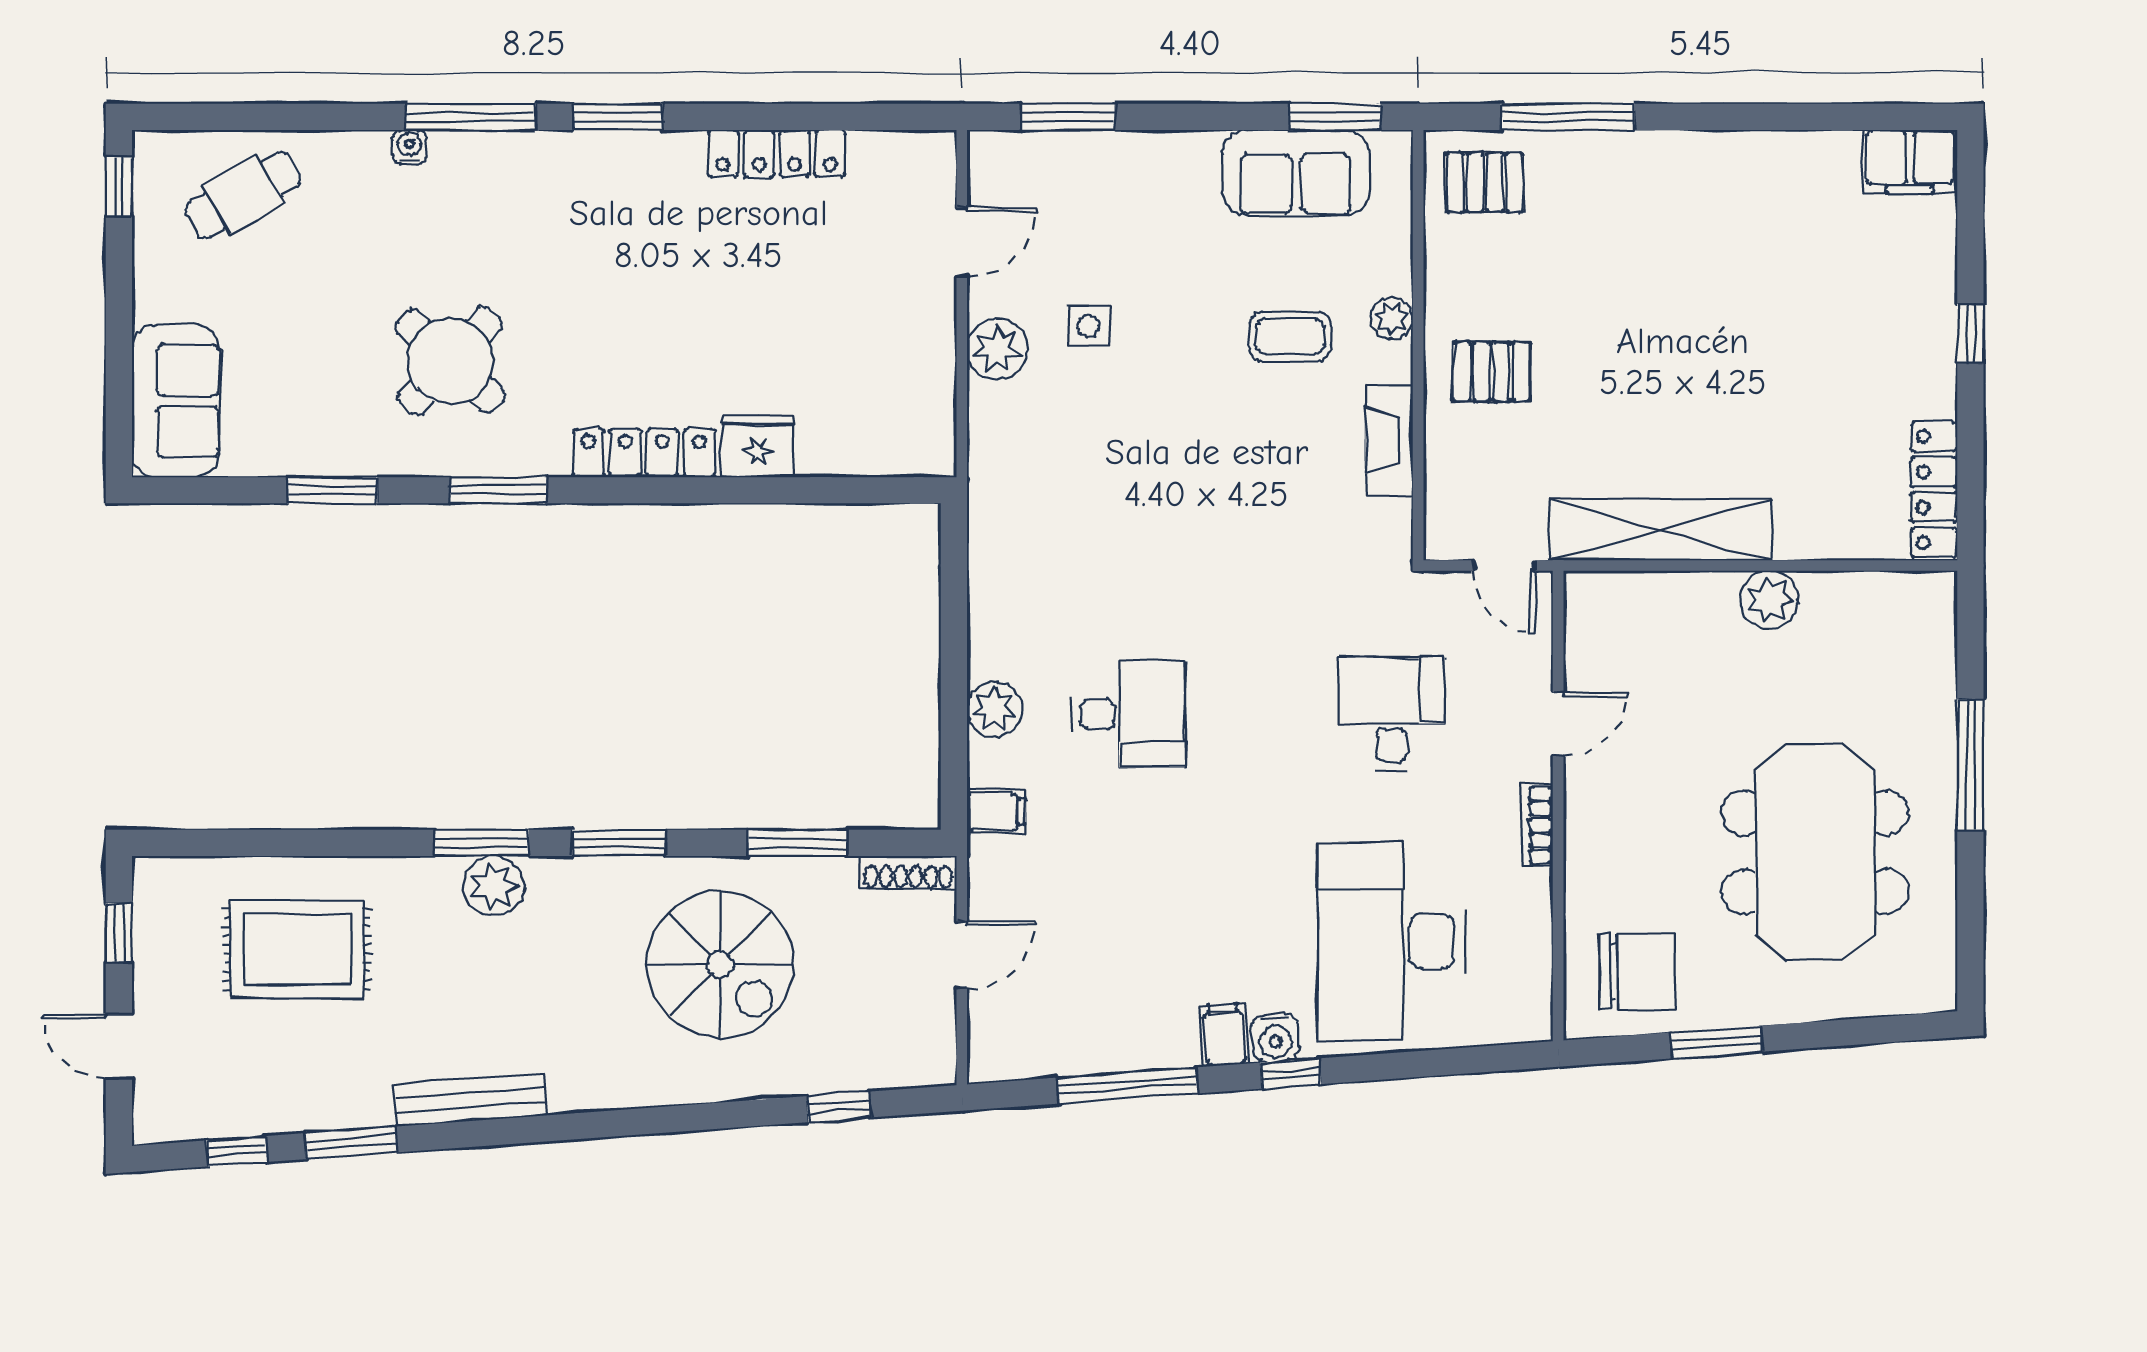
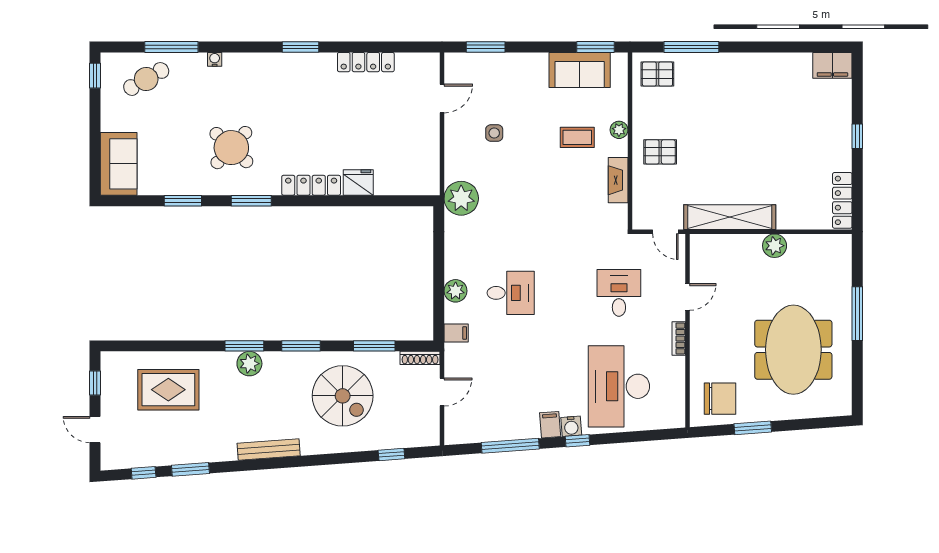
window: (471, 117) -> (171, 47), moved
plant: (997, 349) -> (461, 198), moved, width x1.36, depth x1.36
bench: (471, 1100) -> (269, 450), moved

